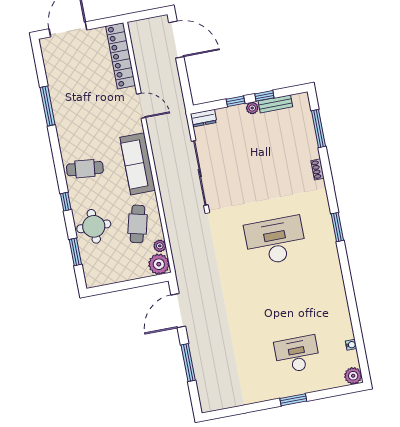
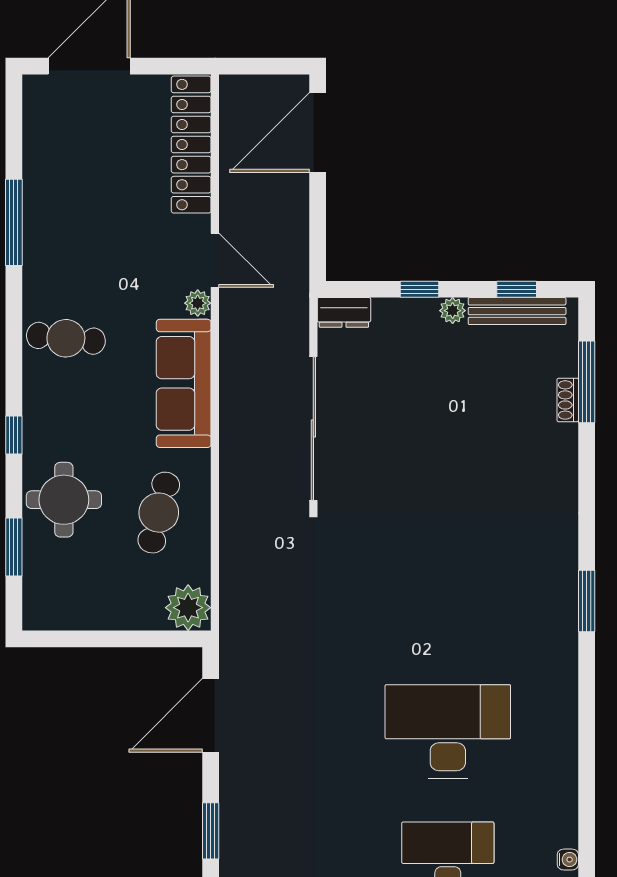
door: (176, 40) -> (318, 132), swing flipped
window: (264, 96) -> (517, 289), moved
bench: (275, 104) -> (517, 311), width x1.36
cafe table: (85, 169) -> (66, 338), moved
shoe rack: (318, 169) -> (568, 400), moved
desk: (275, 241) -> (448, 731), moved
plant: (160, 246) -> (198, 303), moved
window: (188, 363) -> (211, 831), width x0.69

